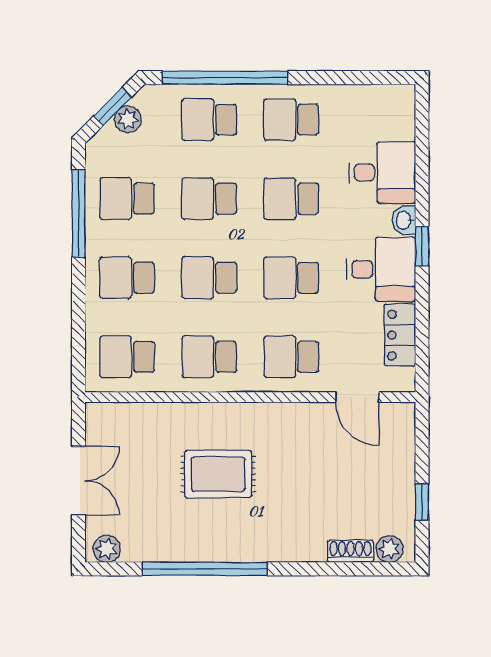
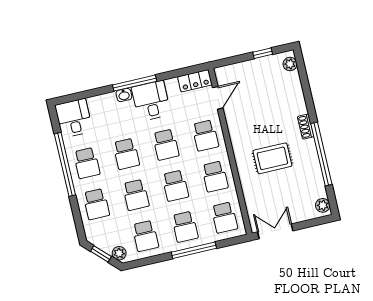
window: (225, 78) -> (65, 164), moved
plant: (128, 119) -> (119, 253), moved
desk: (382, 172) -> (74, 118), moved
window: (78, 213) -> (194, 250), moved
window: (422, 246) -> (135, 83), width x2.17
locker: (400, 335) -> (195, 81), moved
rug: (218, 474) -> (272, 158), turned 90
double door: (78, 481) -> (275, 231), moved
shoe rack: (350, 551) -> (306, 127), moved

